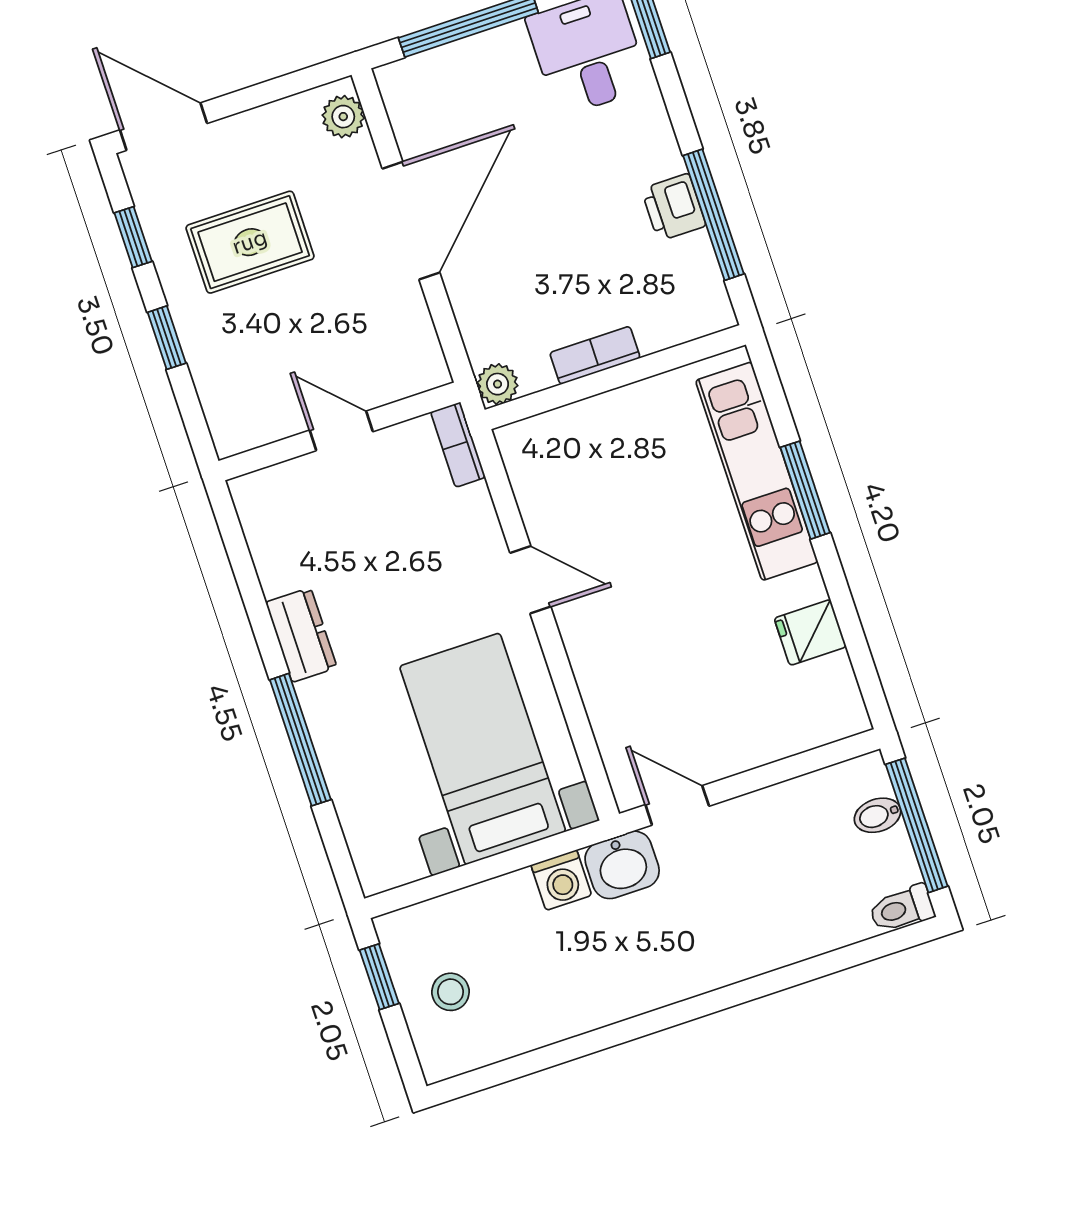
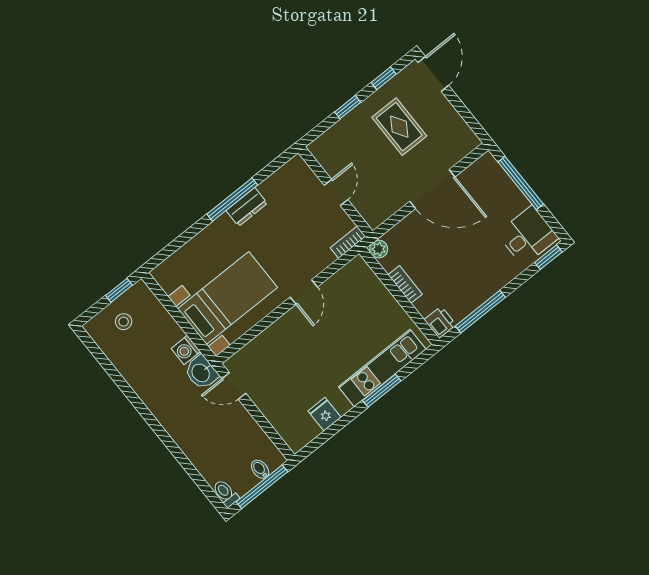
plant: (343, 117) -> (465, 146), removed
printer: (674, 207) -> (440, 322), moved, turned 90
window: (300, 740) -> (232, 200), moved
door: (677, 805) -> (234, 386), swing flipped

